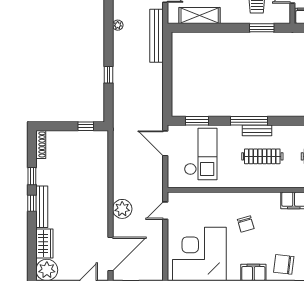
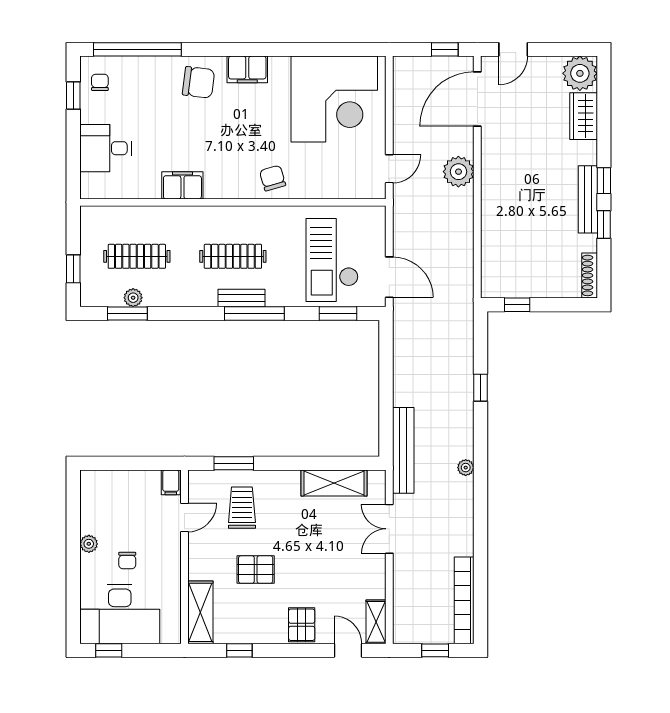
bench: (42, 207) -> (588, 199), moved
chair: (246, 224) -> (273, 178), moved

